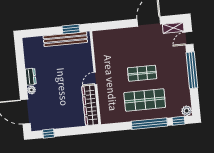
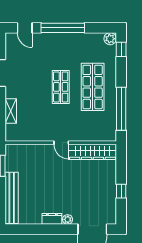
shelving: (173, 28) -> (11, 111), moved
bench: (65, 39) -> (12, 198), moved
window: (149, 124) -> (121, 109), moved
window: (49, 134) -> (121, 191), moved

